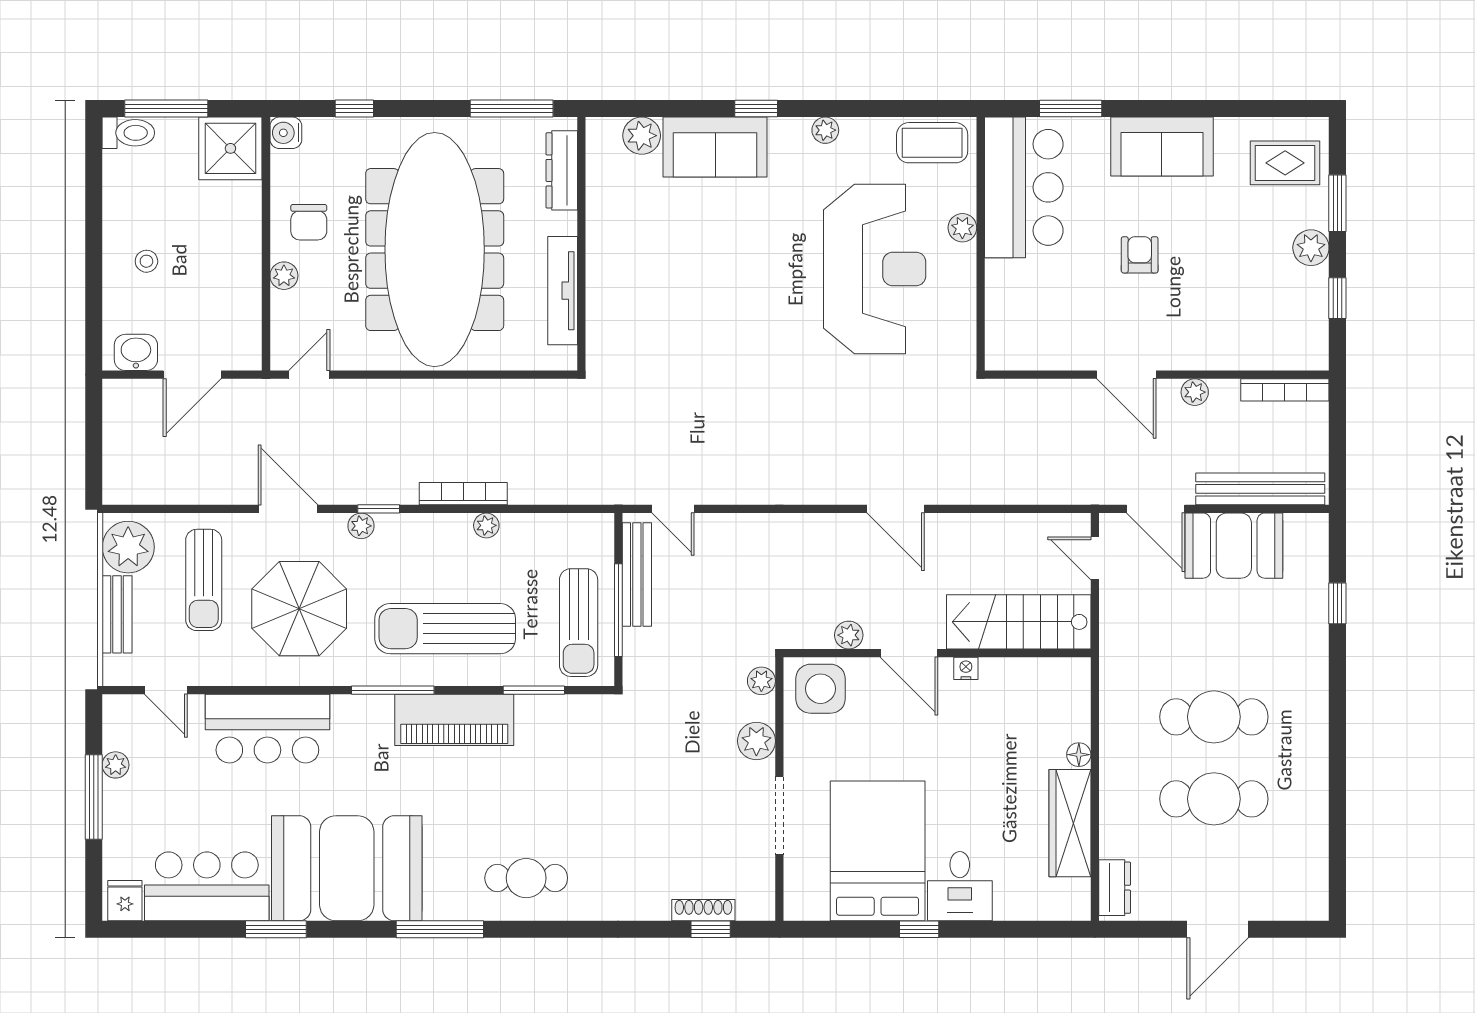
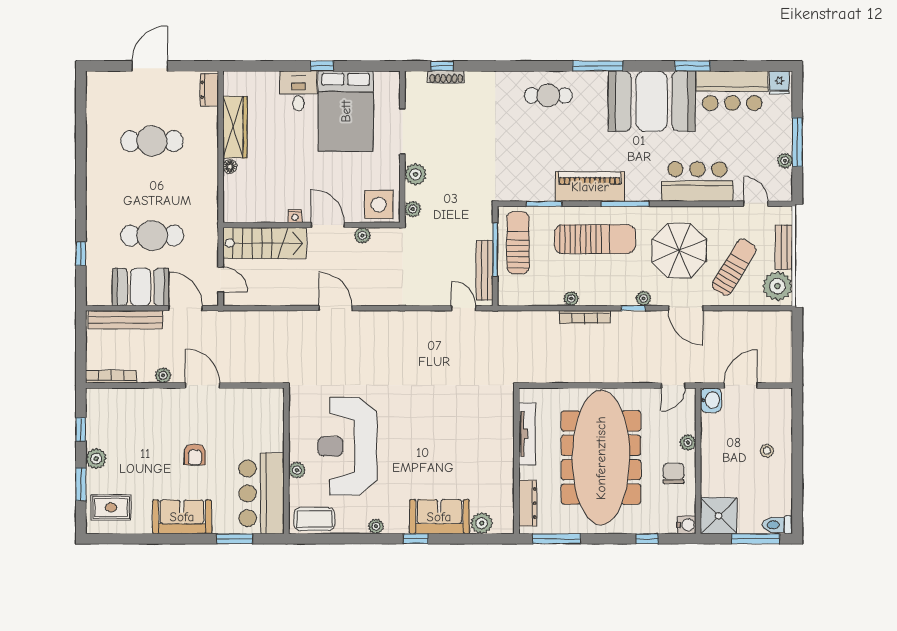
washbasin: (136, 352) -> (711, 400), moved, turned -90
sun lounger: (204, 580) -> (734, 267), turned 31
cafe table: (1214, 717) -> (152, 236), moved

